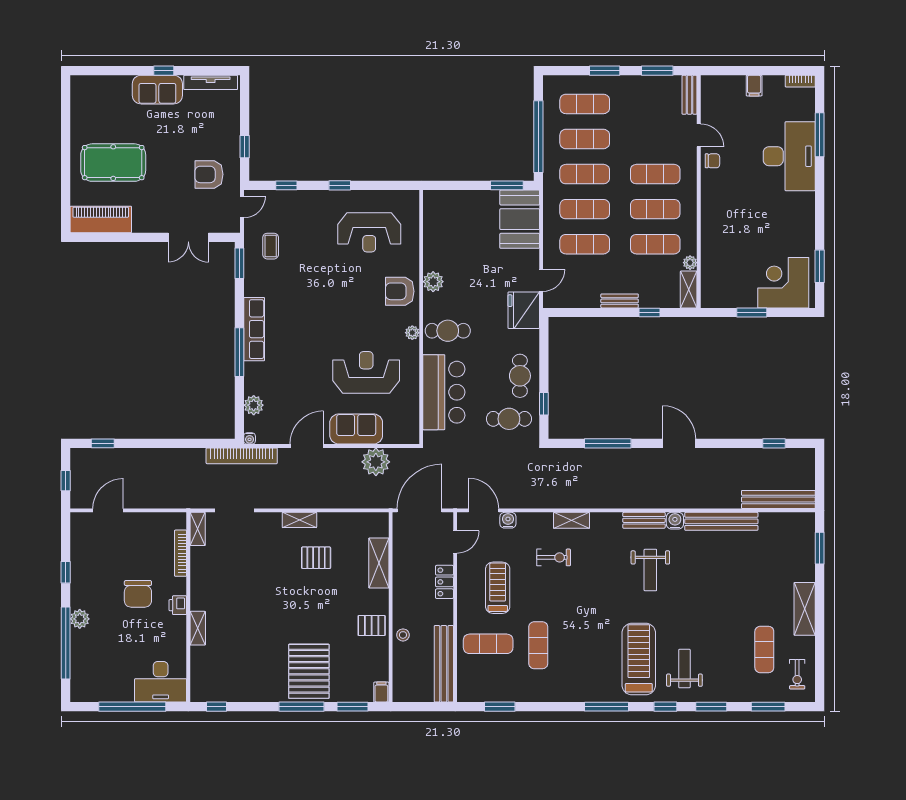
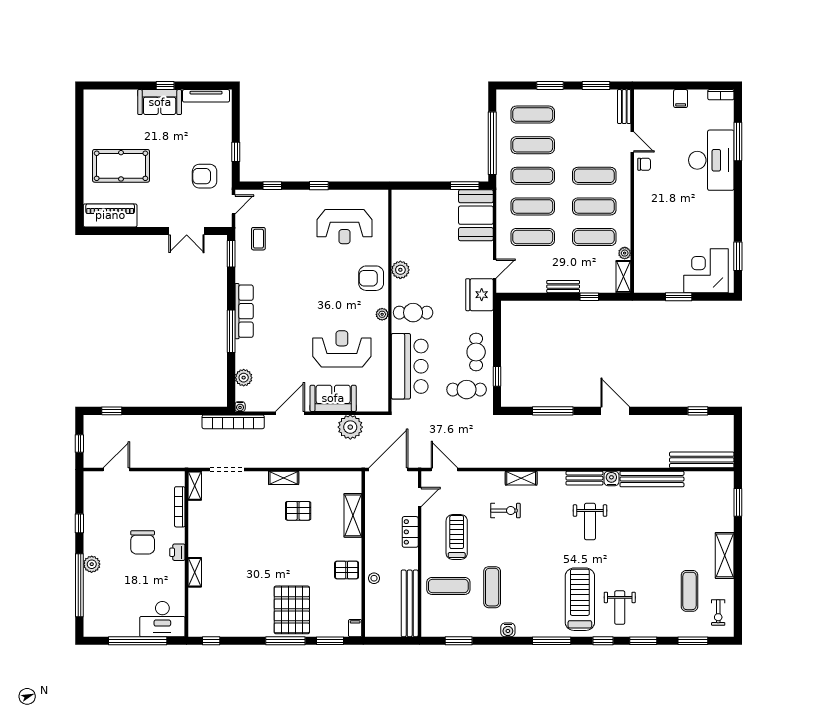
water cooler: (508, 520) -> (508, 630), moved, turned 180
weight bench: (684, 669) -> (620, 608), turned 180

